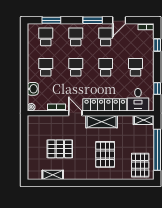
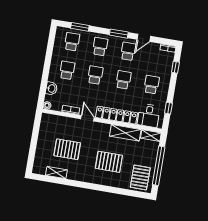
shelving: (102, 122) -> (125, 133), moved
pallet: (105, 154) -> (109, 162), turned 90

